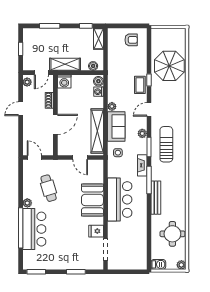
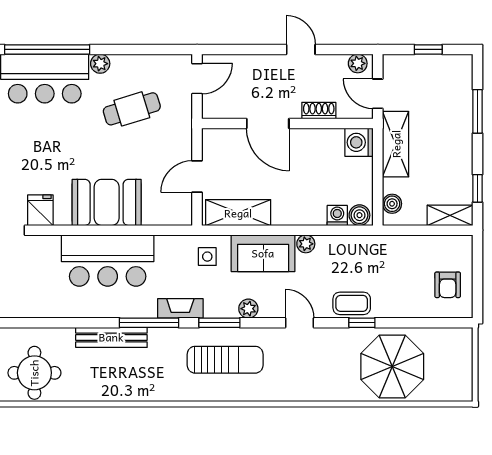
shelving: (97, 131) -> (238, 213), width x0.68

